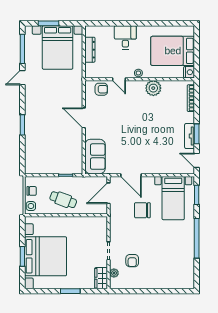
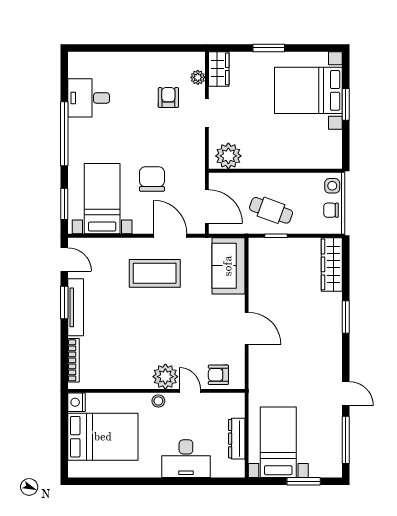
desk: (125, 37) -> (186, 459), width x1.37
bed with nightstands: (58, 47) -> (278, 442), width x0.73
door: (22, 78) -> (346, 393), hinge flipped
plant: (153, 88) -> (165, 377), moved
tv unit: (190, 136) -> (76, 307), width x1.41
coffee table: (141, 152) -> (155, 273), added
wardrobe: (31, 157) -> (332, 264), added
door: (108, 193) -> (207, 206), hinge flipped
cafe table: (63, 200) -> (271, 210), moved
chair: (142, 210) -> (152, 179), turned -90
plant: (95, 225) -> (228, 156), added
bed with nightstands: (46, 256) -> (308, 90), width x0.73
desk: (181, 260) -> (89, 98), added

